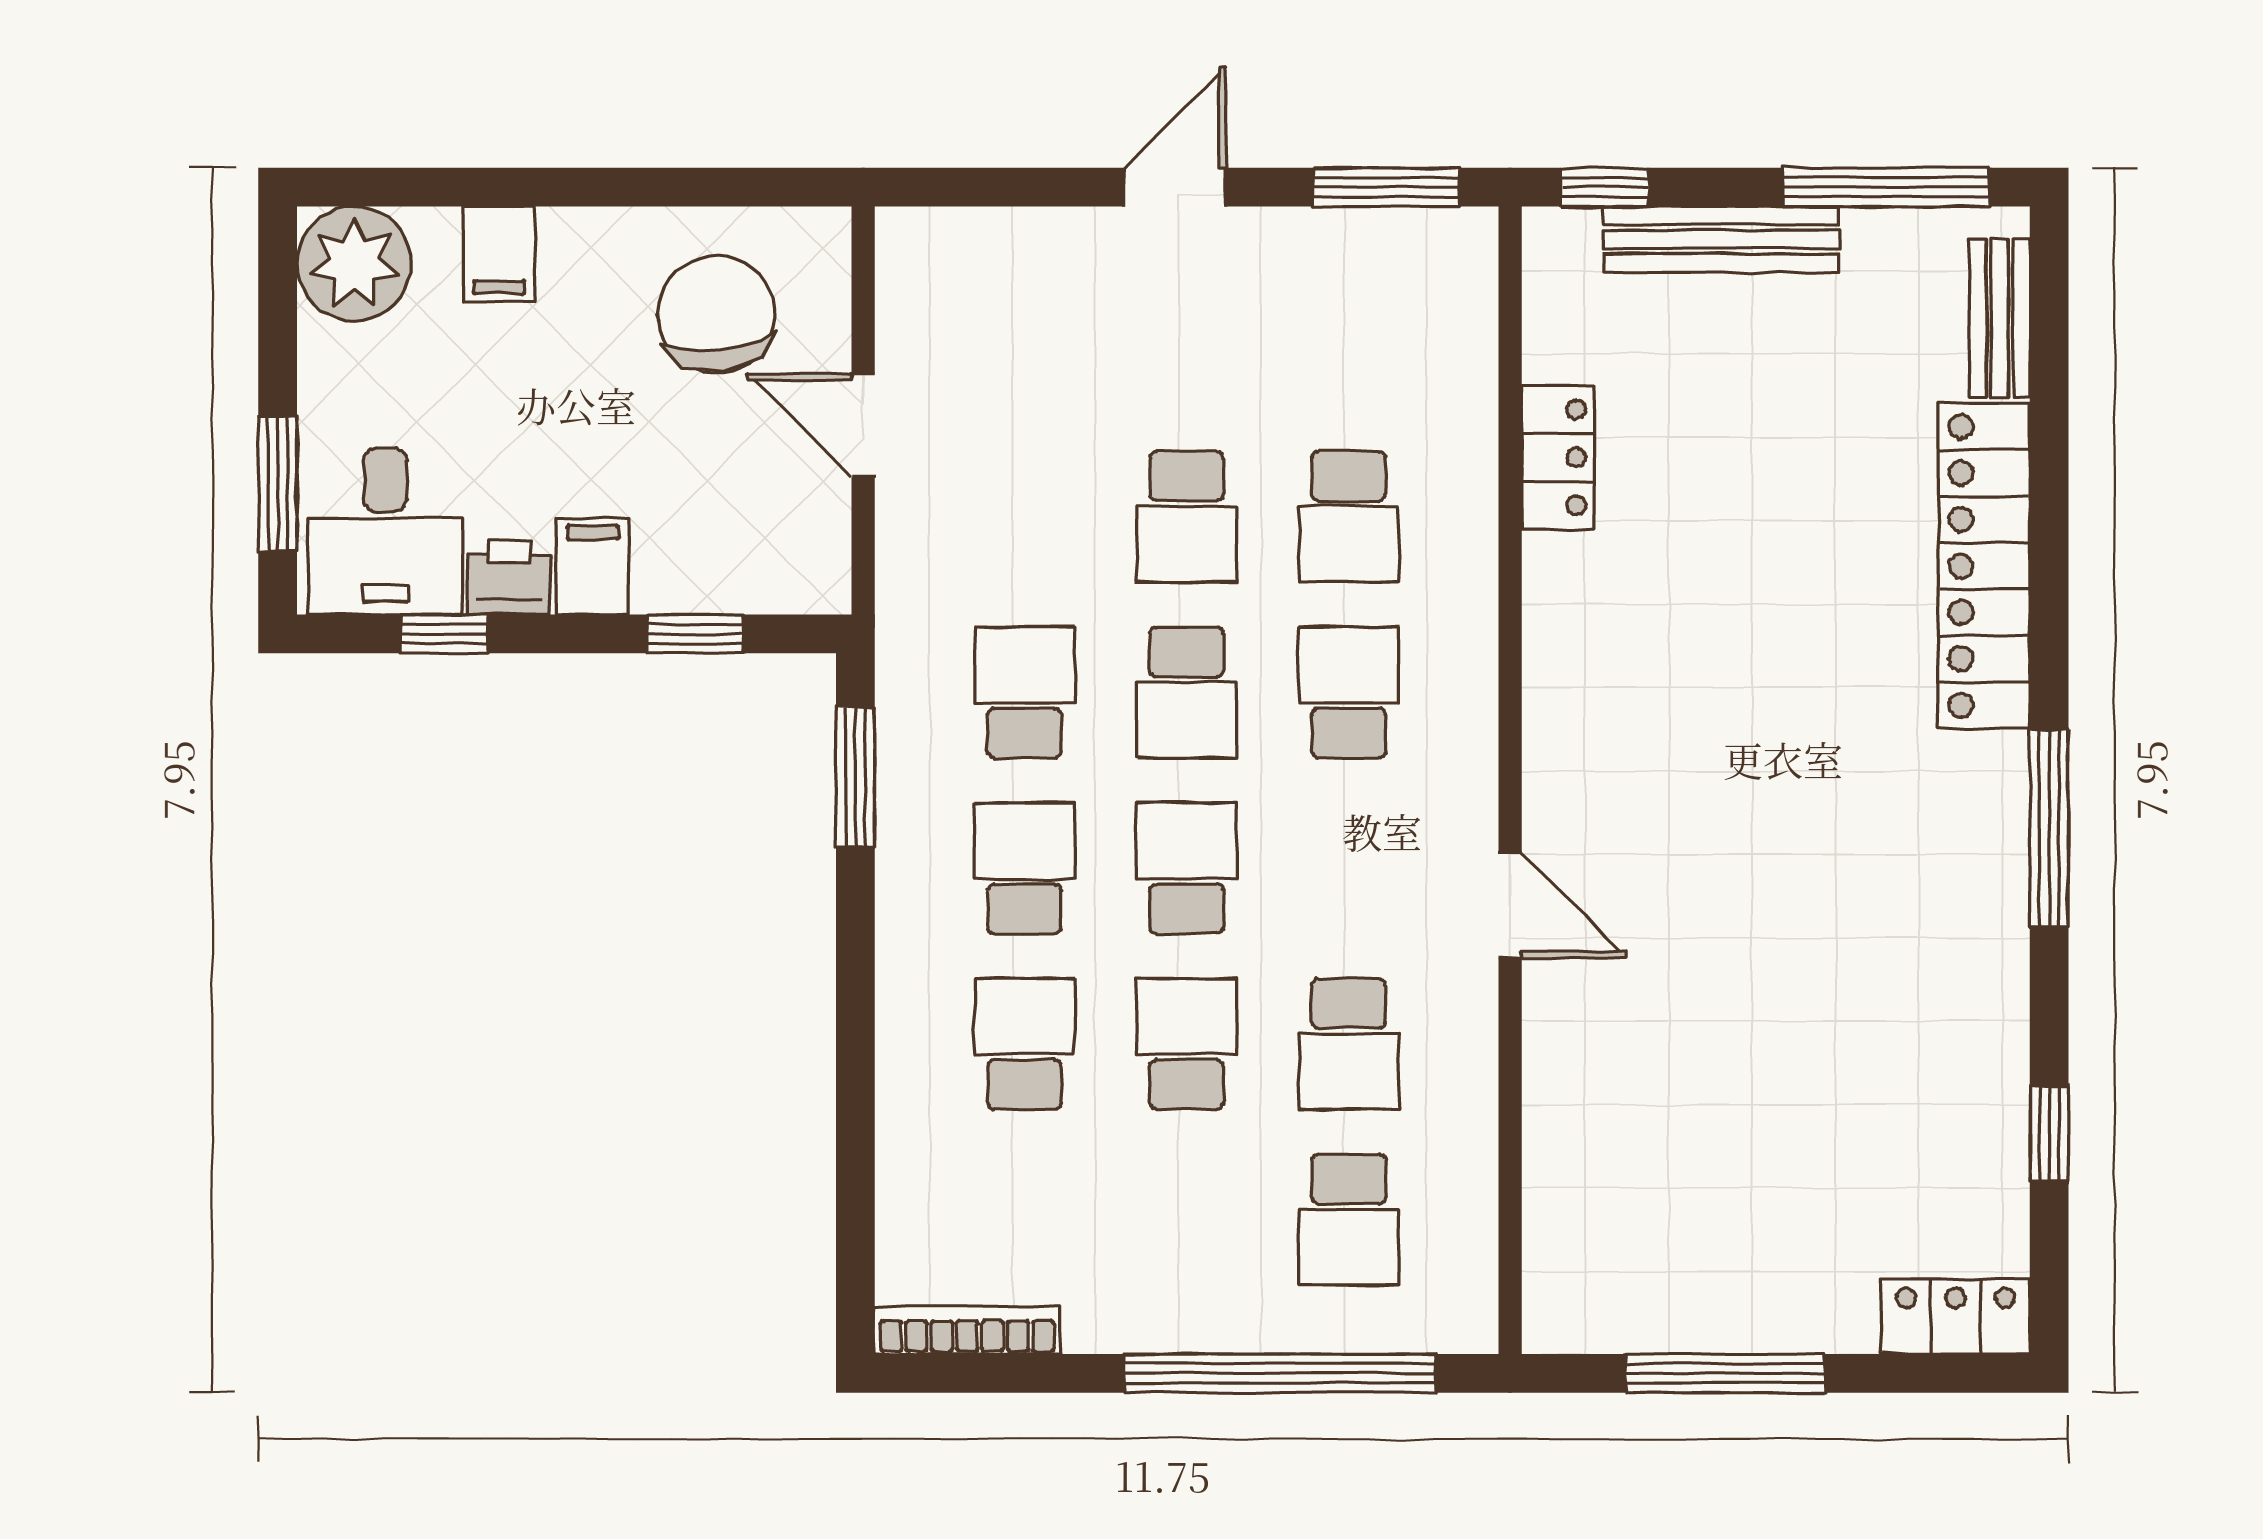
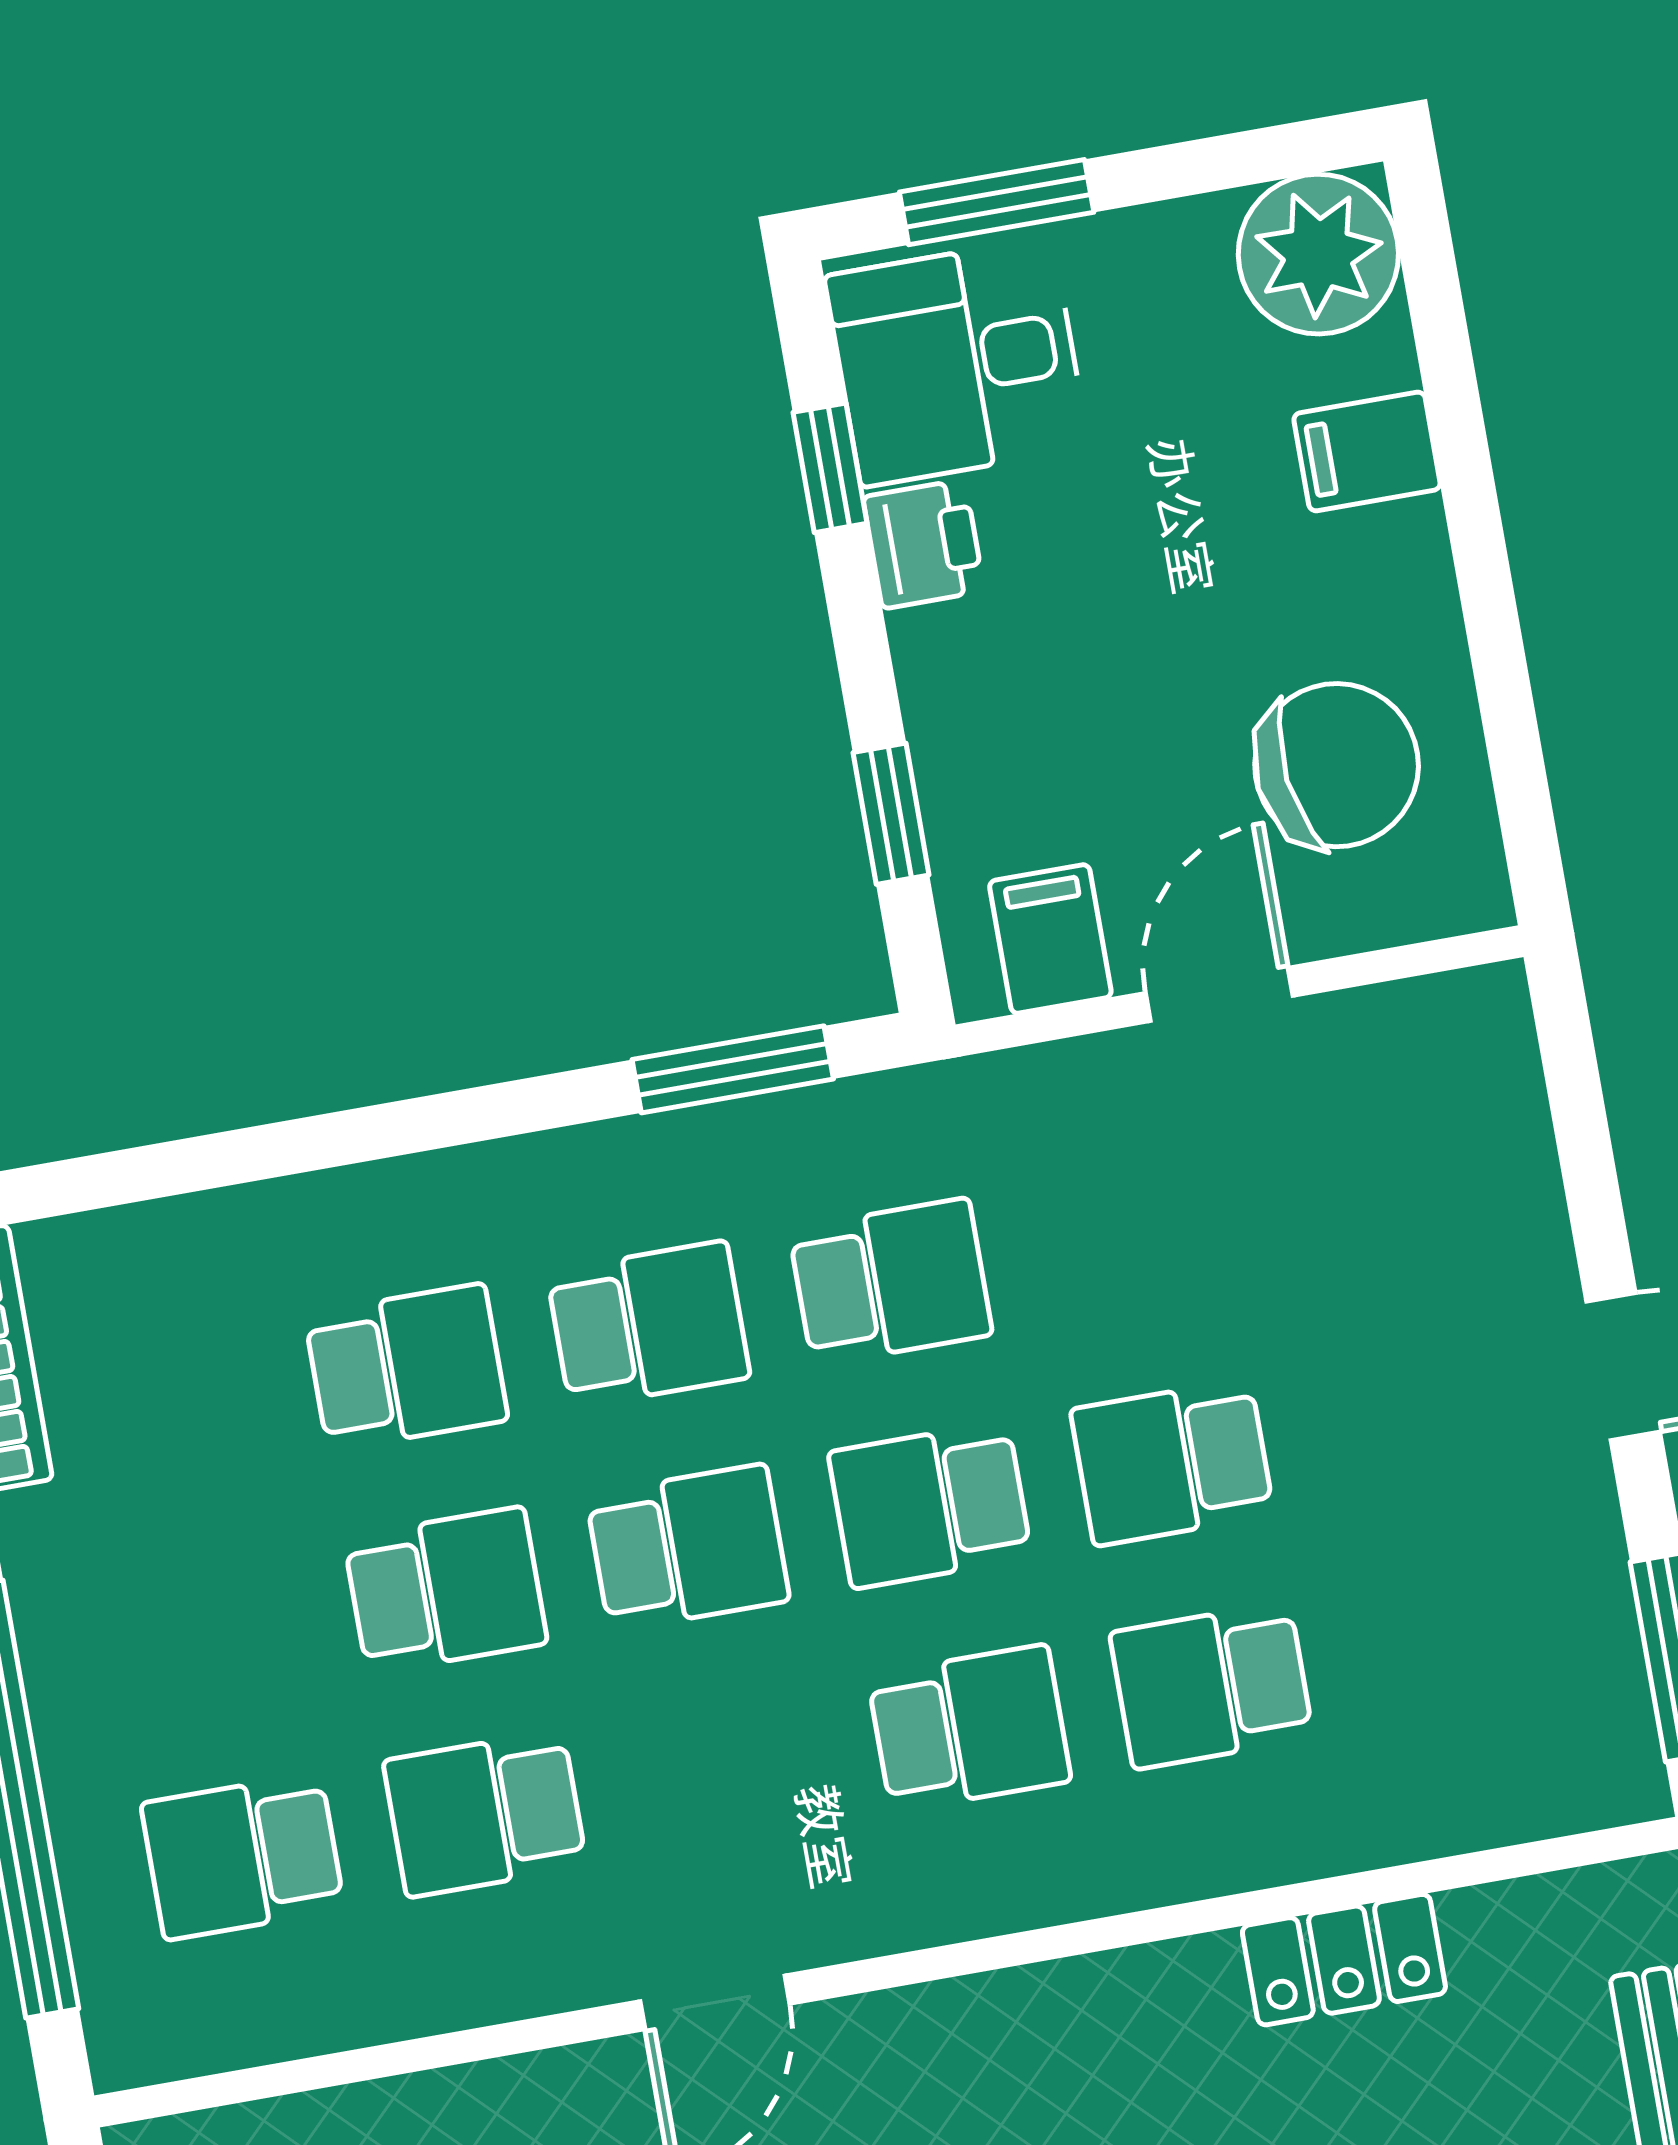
filing cabinet: (593, 566) -> (1050, 939), moved, turned -90

